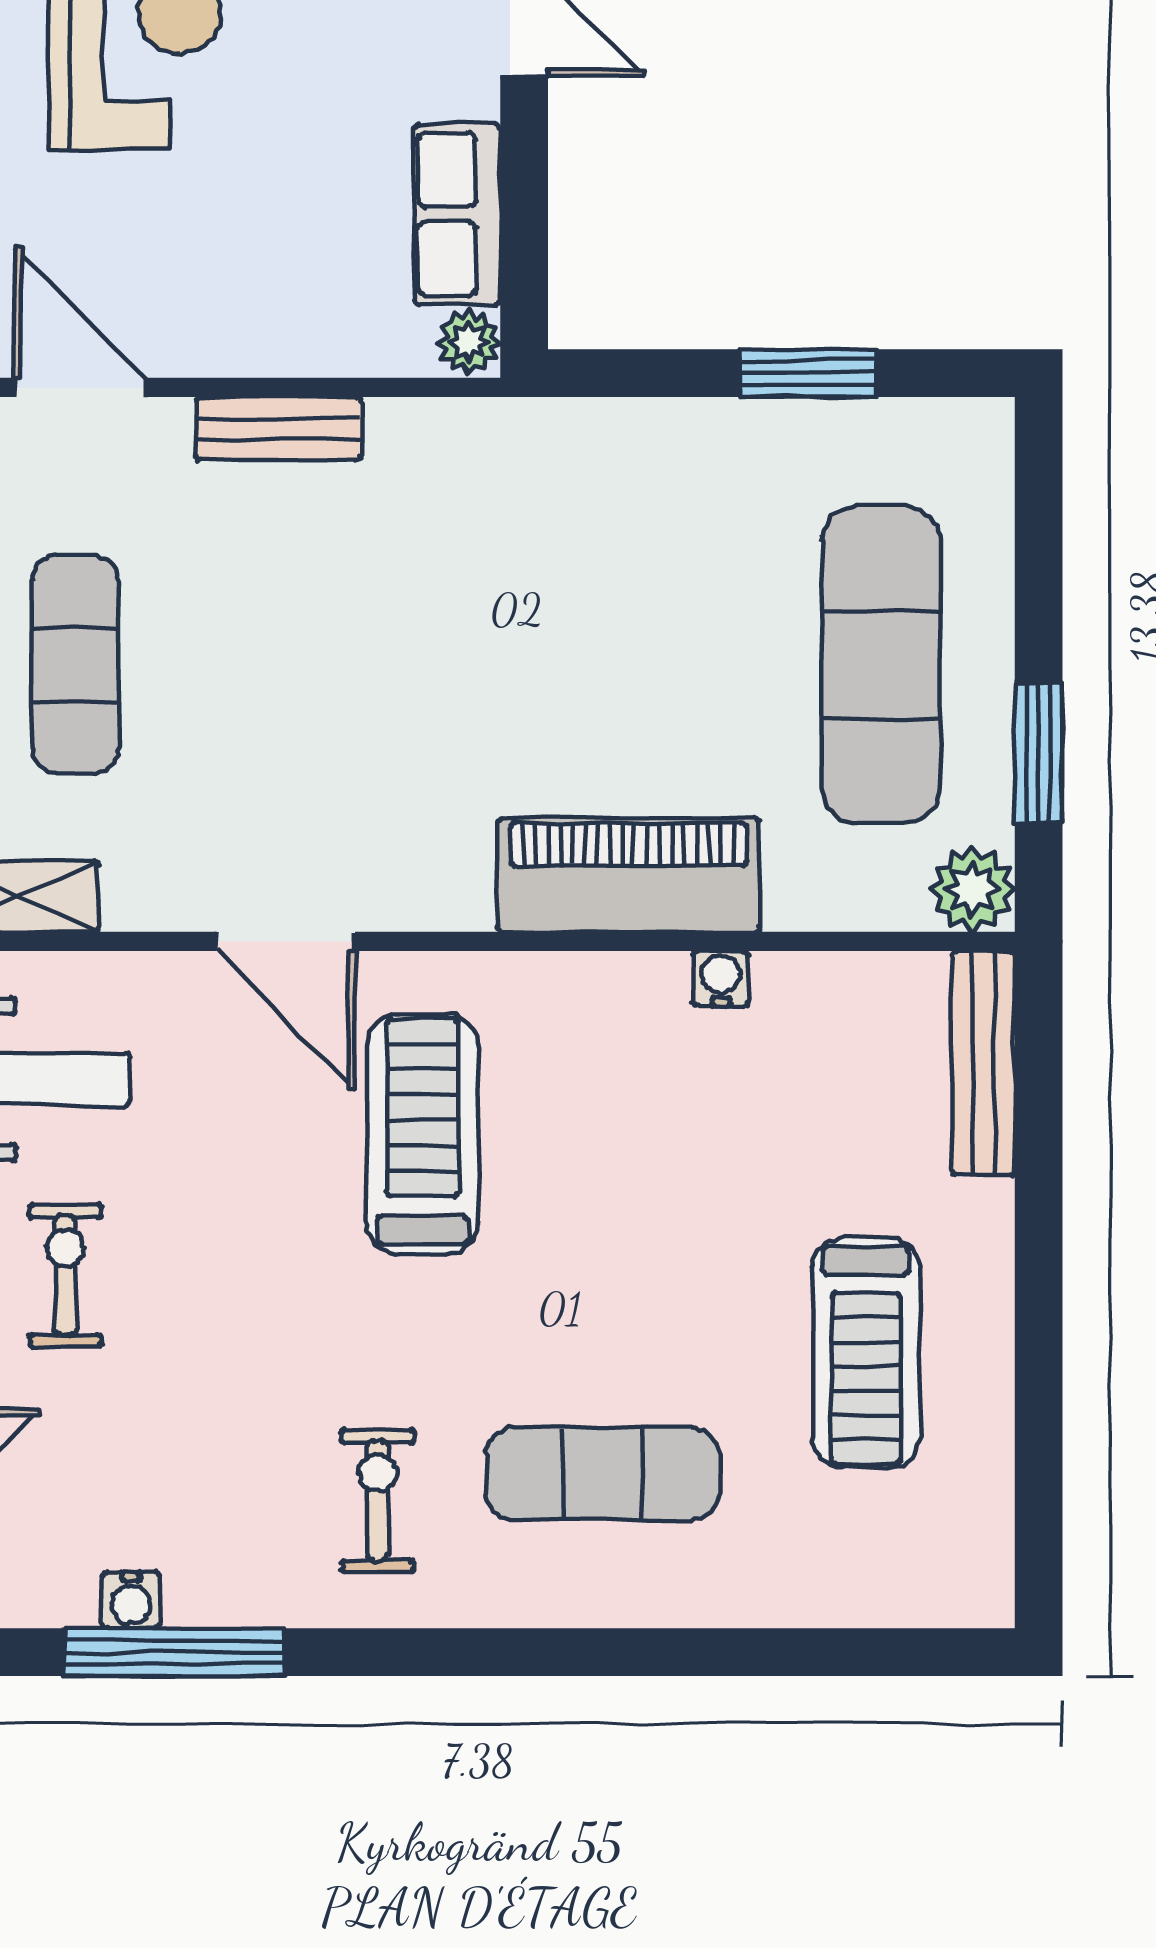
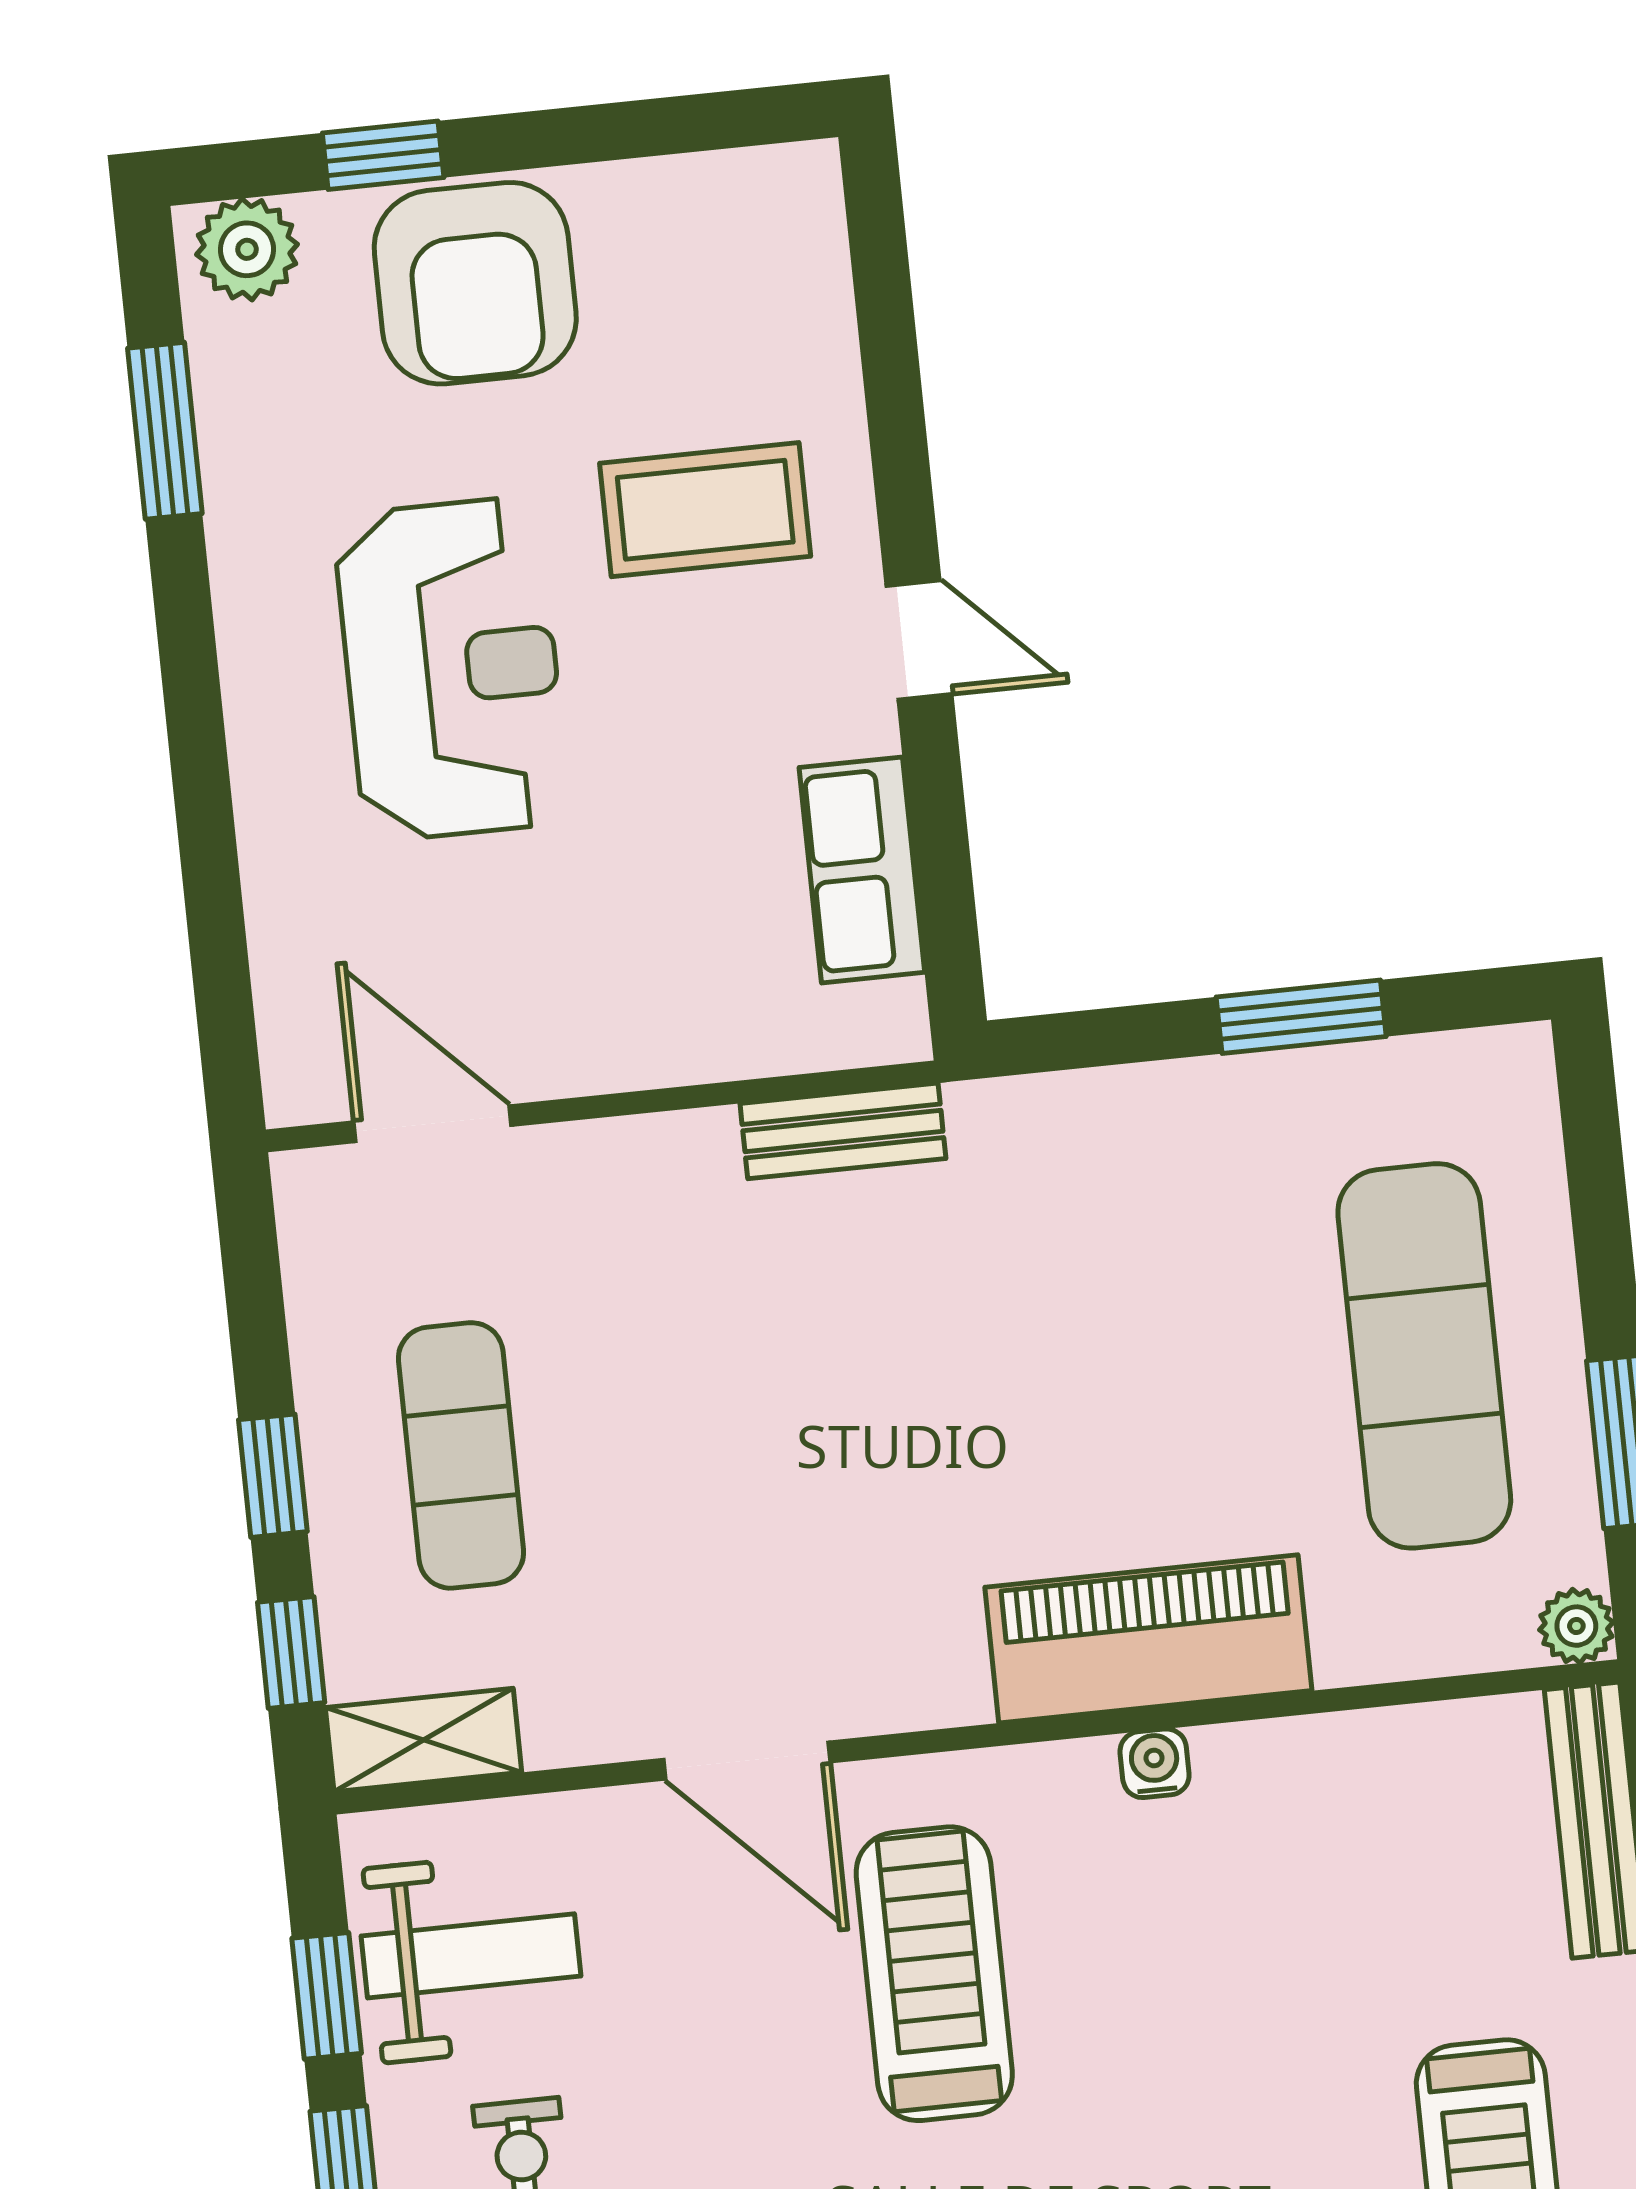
plant: (469, 342) -> (892, 1021), removed
bench: (278, 429) -> (843, 1131), moved
plant: (972, 889) -> (1576, 1626), width x0.73, depth x0.73
water cooler: (721, 979) -> (1155, 1763), moved

